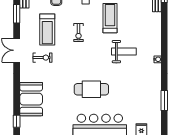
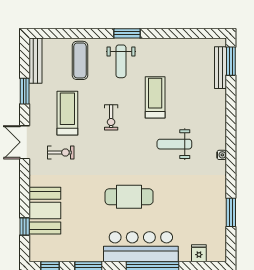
treadmill: (47, 29) -> (67, 113), turned 180
weight bench: (124, 52) -> (174, 144), turned 180
window: (17, 121) -> (25, 227), moved

